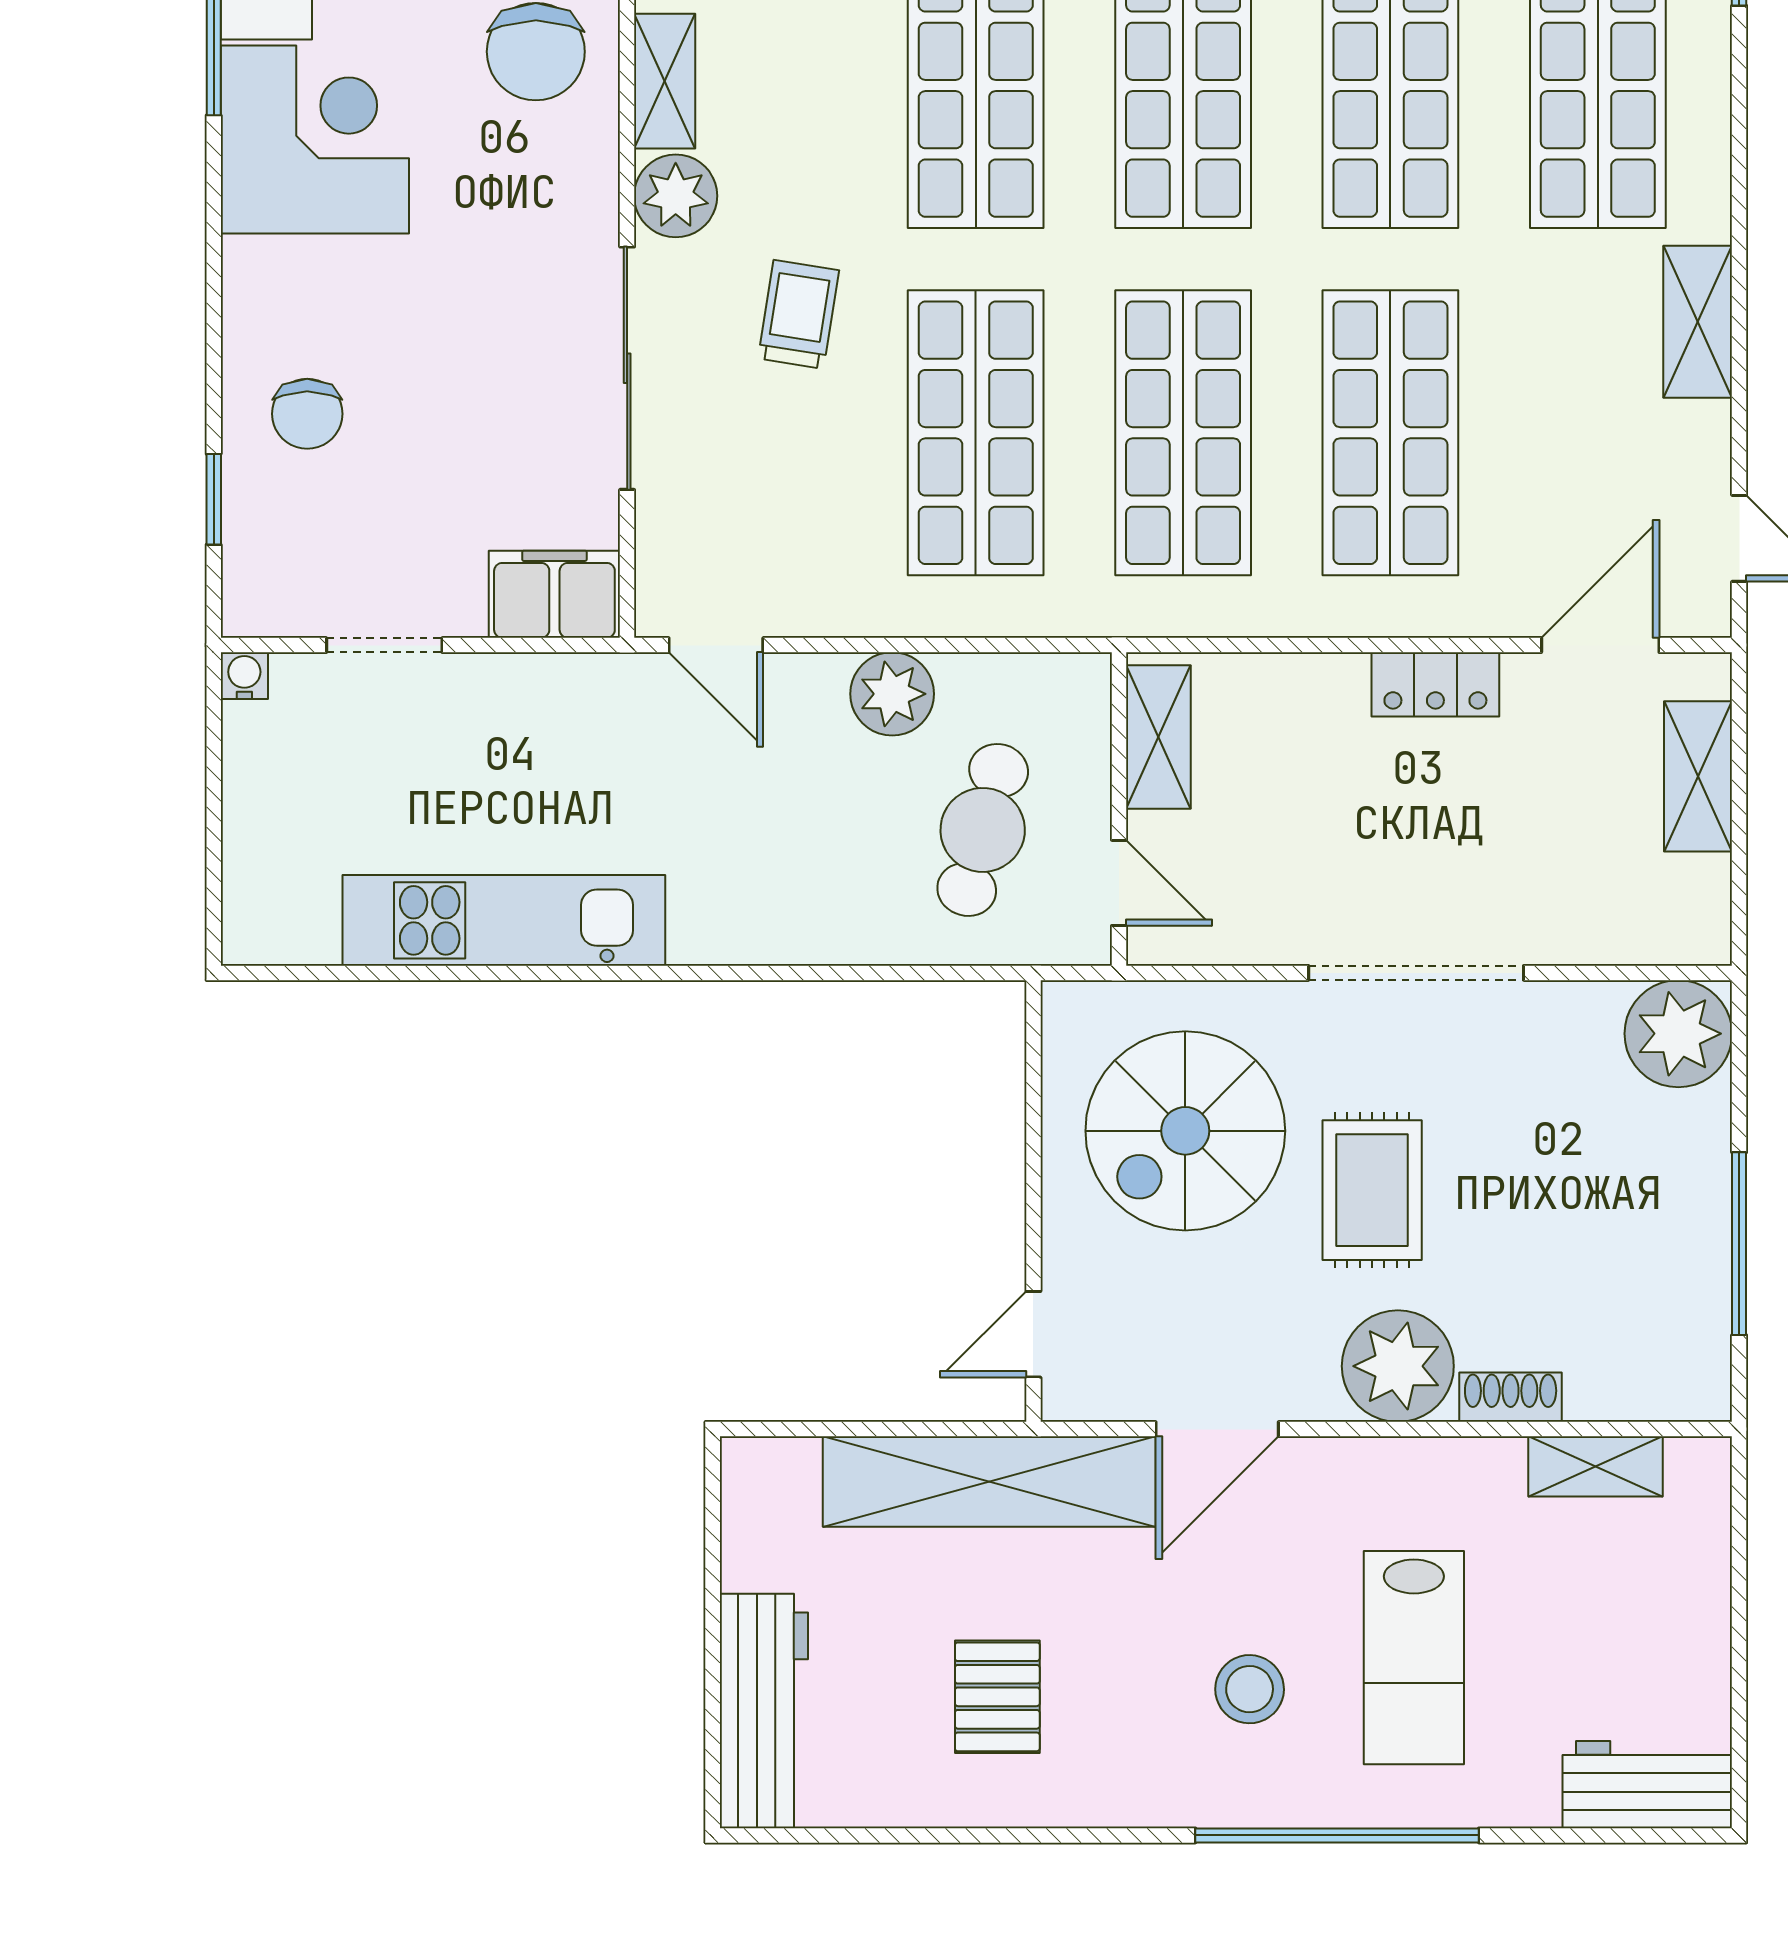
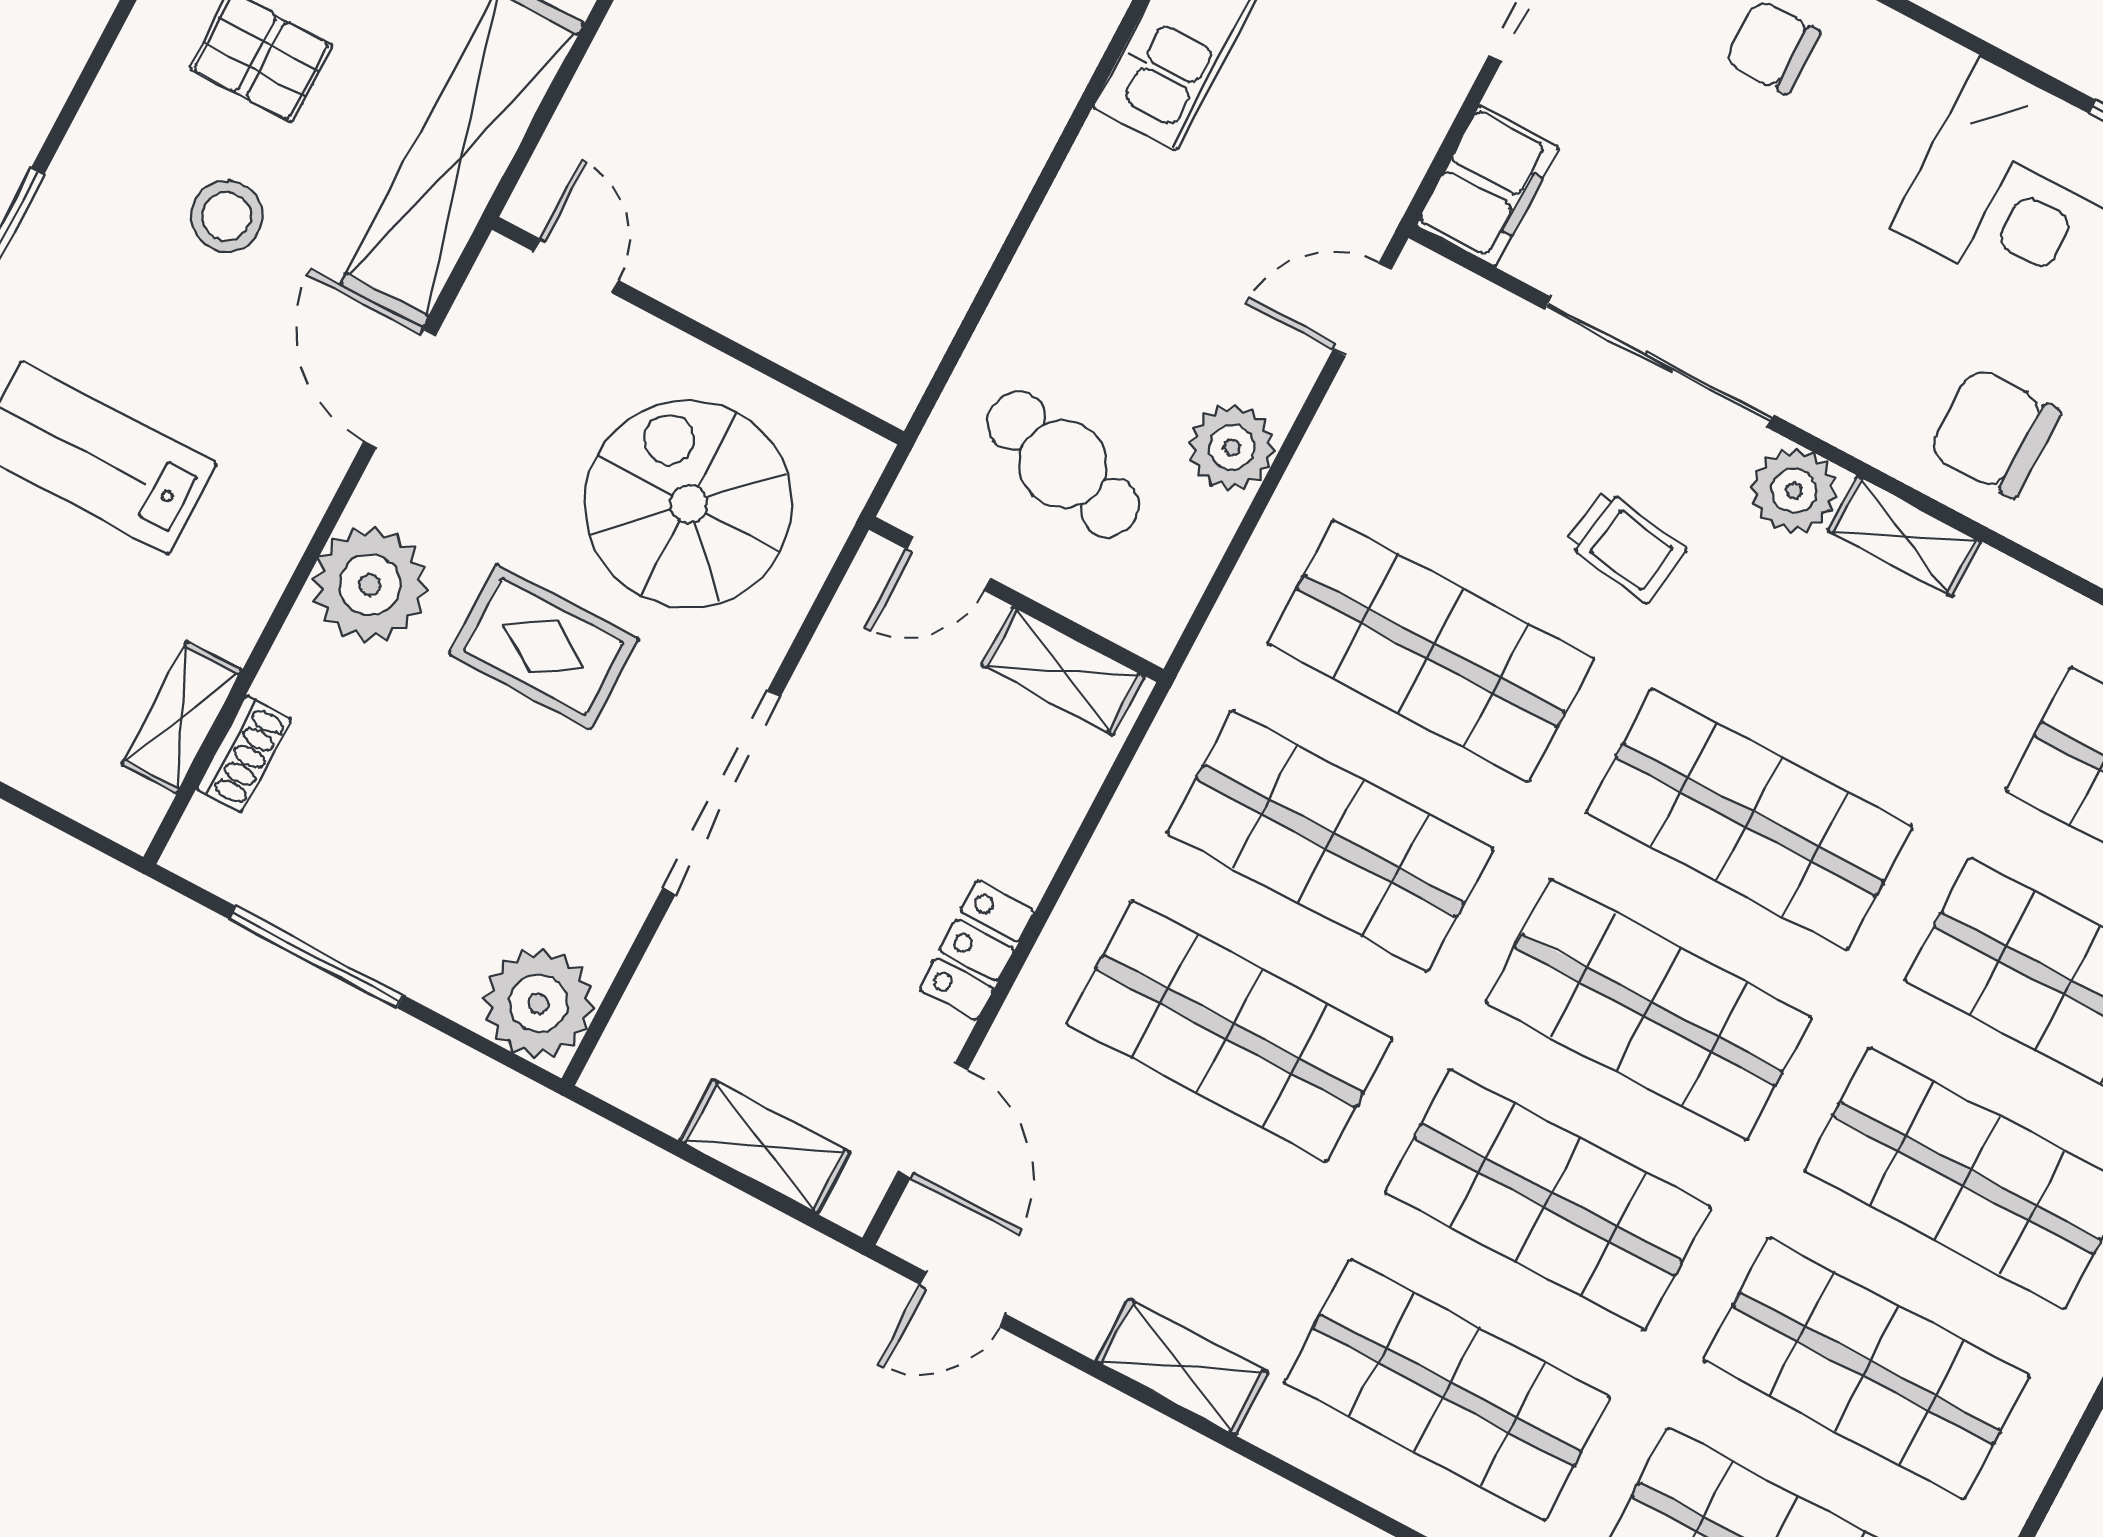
shoe rack: (1511, 1397) -> (244, 754), moved
stool: (1250, 1689) -> (227, 216), moved

